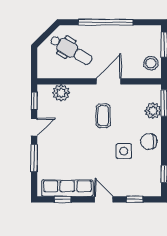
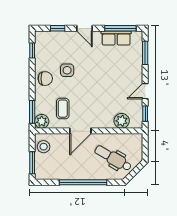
plant: (153, 111) -> (42, 121), moved
coffee table: (103, 116) -> (63, 109), moved
window: (34, 158) -> (145, 53), moved
row of seats: (67, 188) -> (116, 38), width x0.68
window: (63, 199) -> (120, 28), width x2.17

